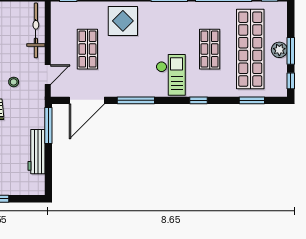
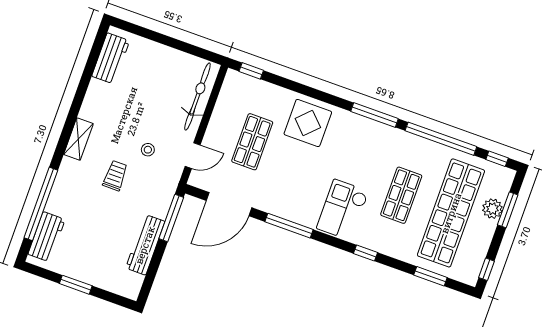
plant: (279, 50) -> (492, 209), moved
window: (291, 51) -> (508, 210), moved
checkout: (171, 75) -> (343, 210), turned 180

